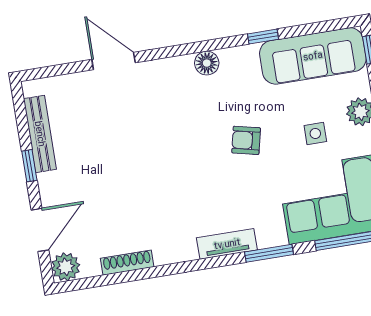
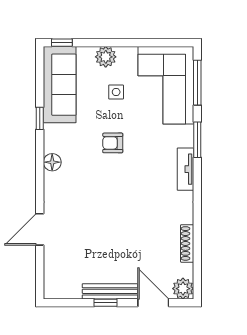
bench: (40, 134) -> (110, 291), moved
armchair: (246, 140) -> (113, 143), turned 77

